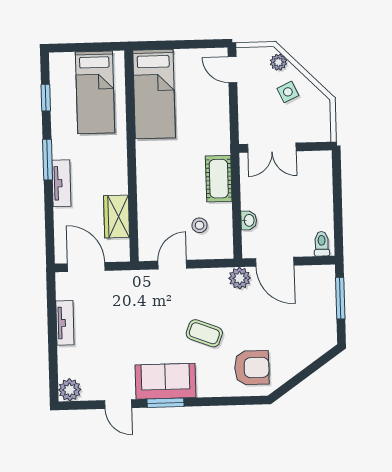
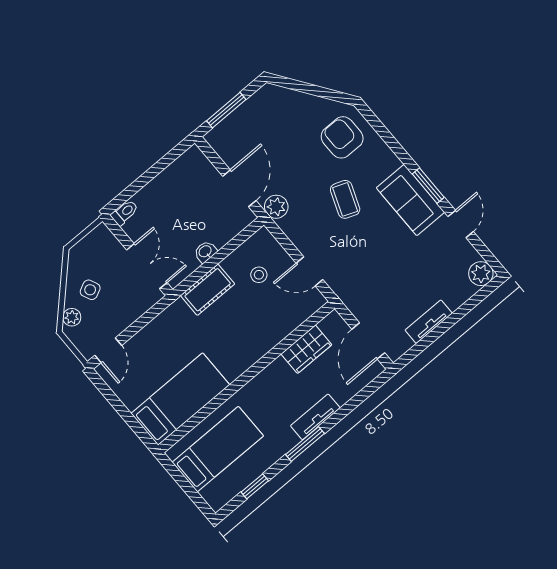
washbasin: (249, 220) -> (205, 252), moved
toilet: (322, 244) -> (125, 213), moved, turned 180

